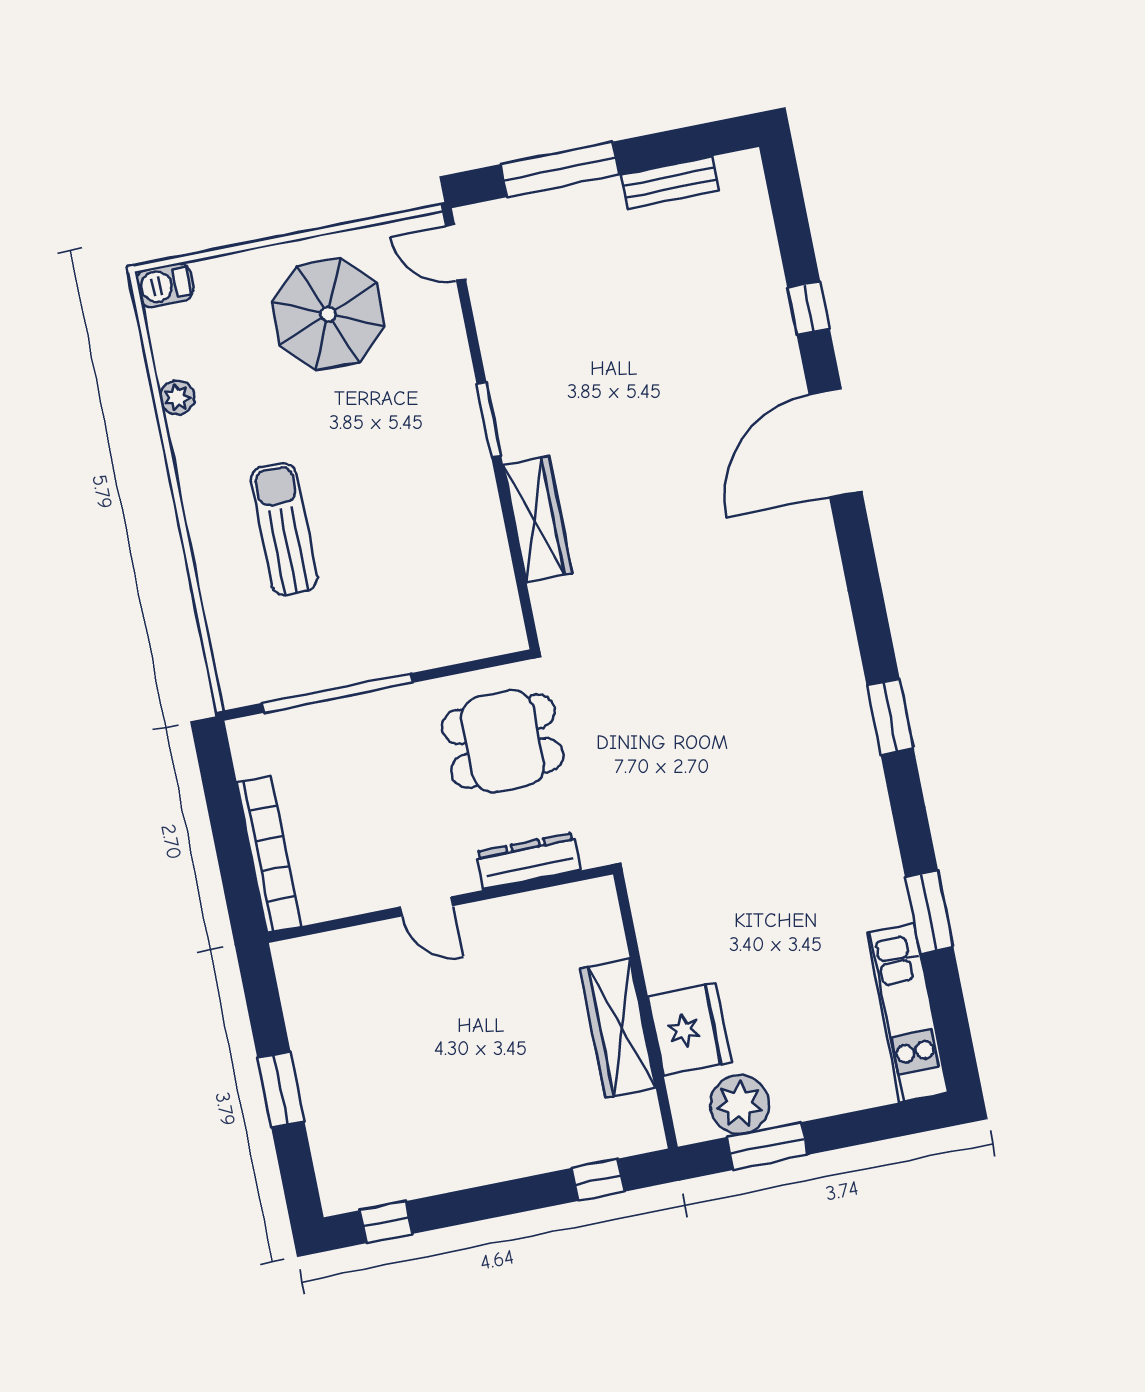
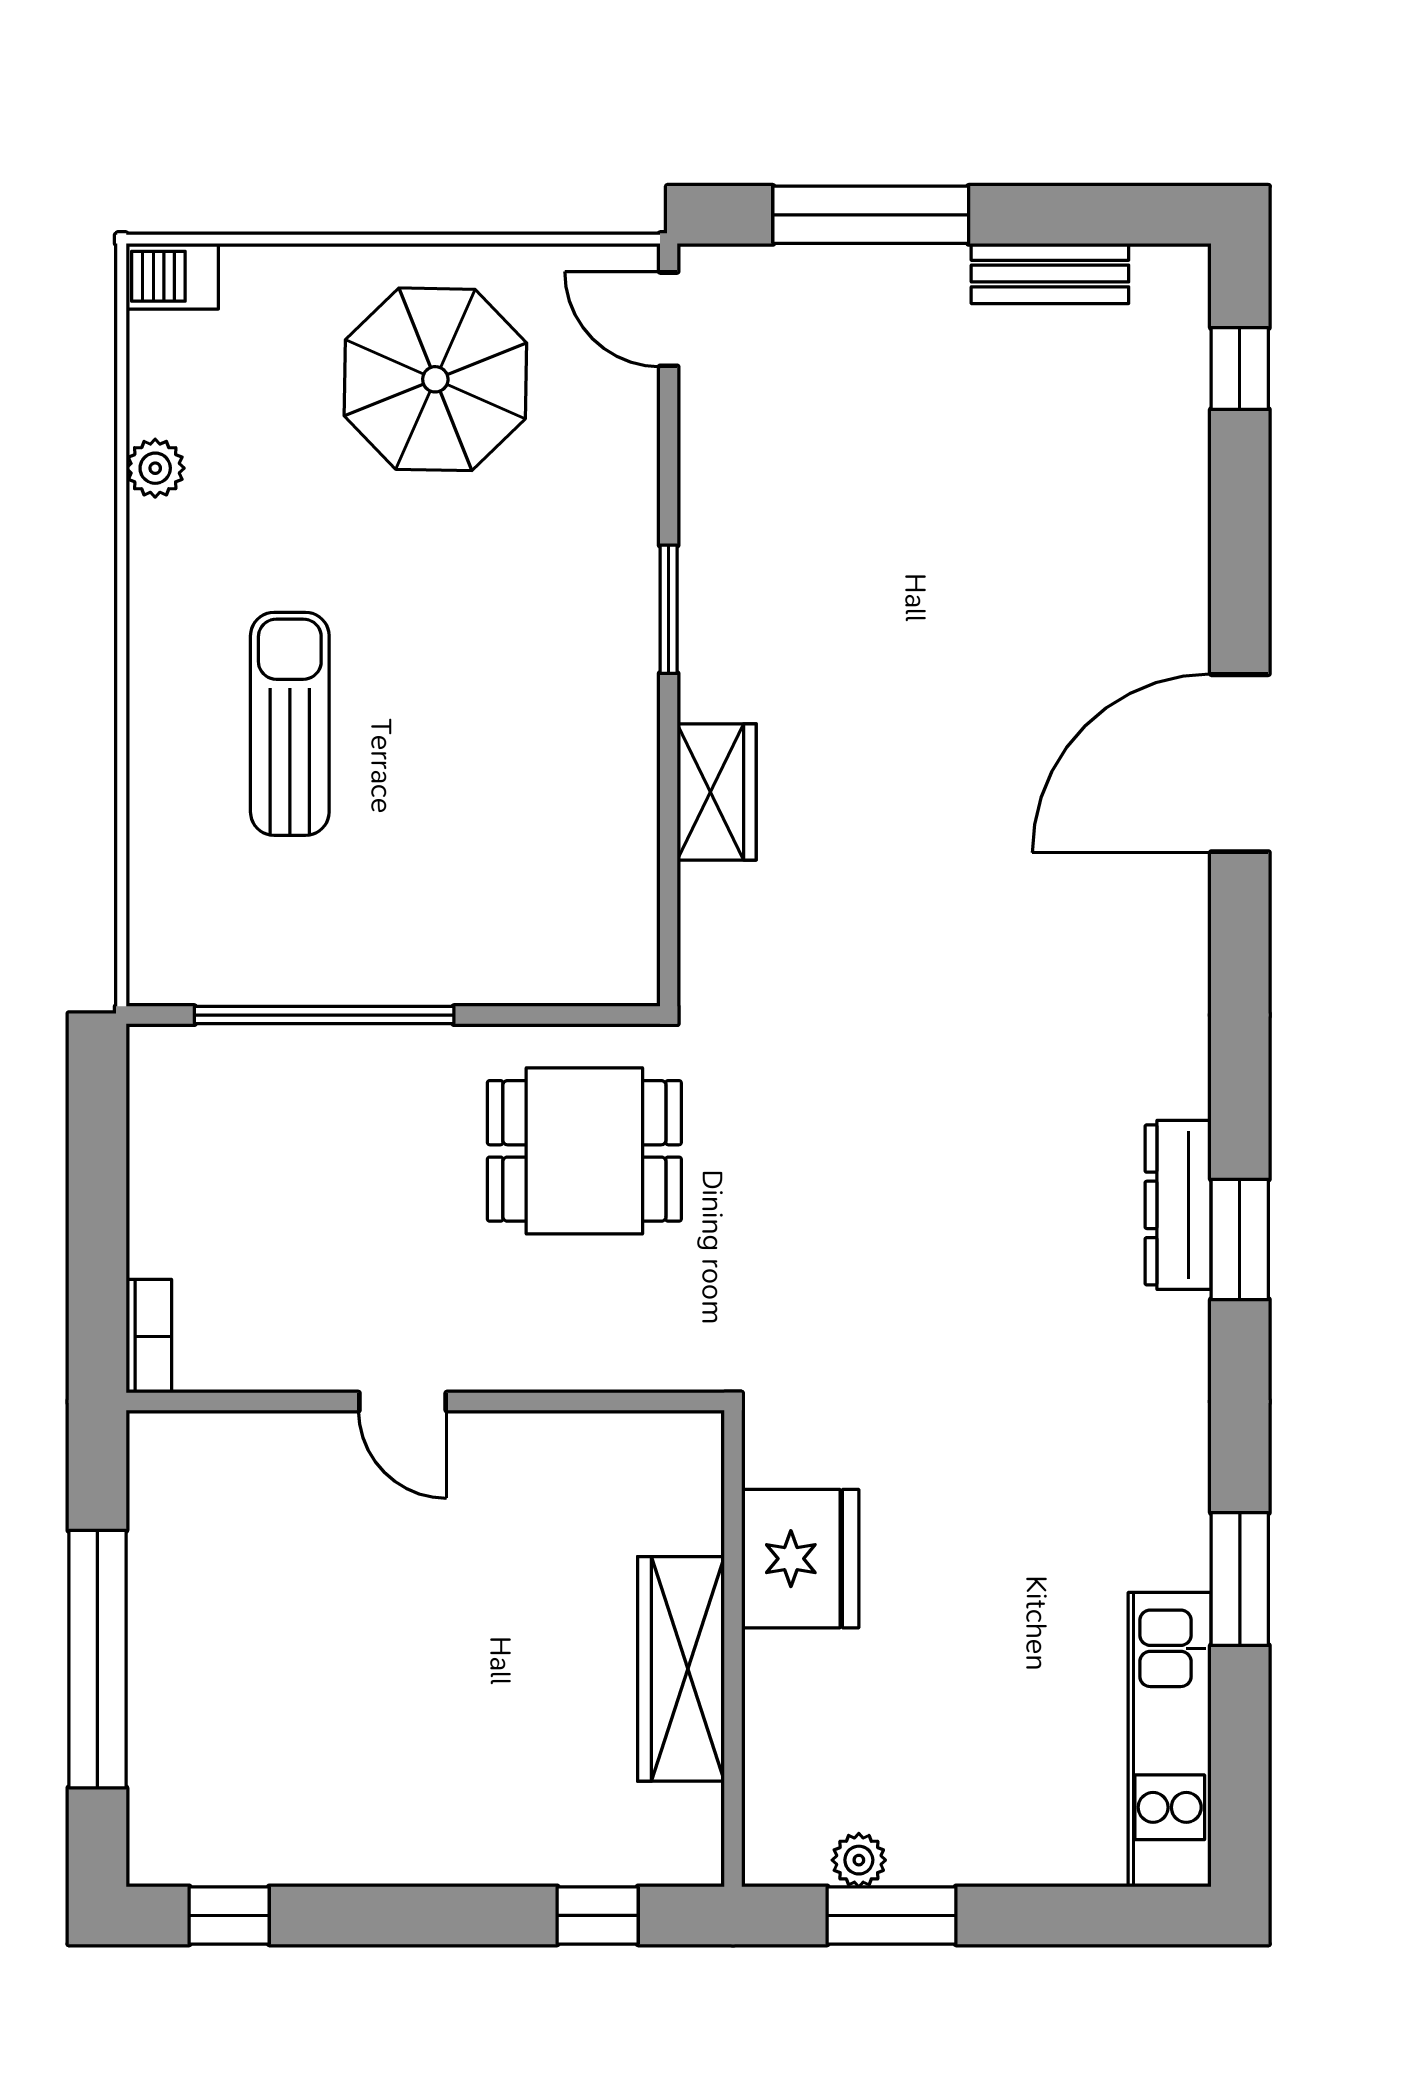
window: (808, 308) -> (1240, 369), moved
wardrobe: (538, 519) -> (717, 792), width x0.67
bookcase: (269, 854) -> (149, 1336), width x0.43, depth x0.76
dresser: (528, 861) -> (1178, 1205), moved, turned -90
fridge: (689, 1029) -> (800, 1559), moved
window: (281, 1090) -> (97, 1659), width x2.11
plant: (740, 1104) -> (859, 1860), width x0.53, depth x0.53

